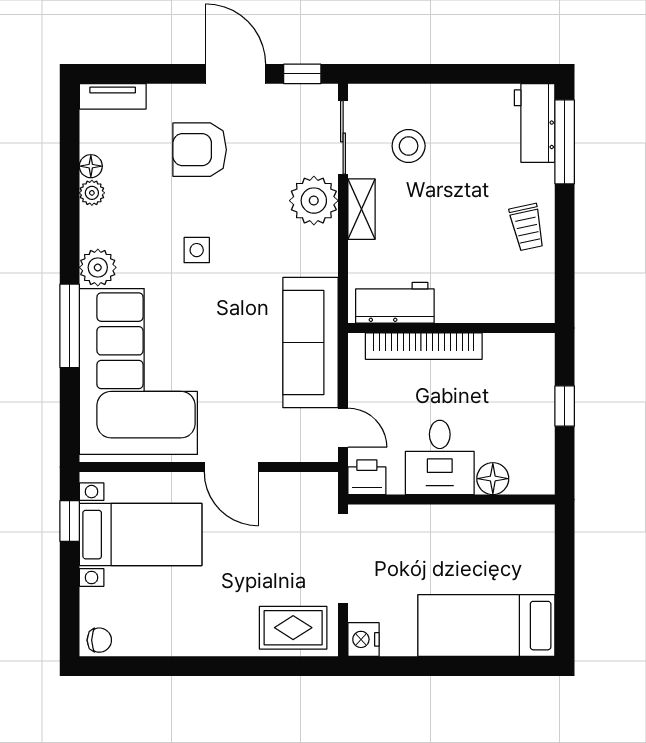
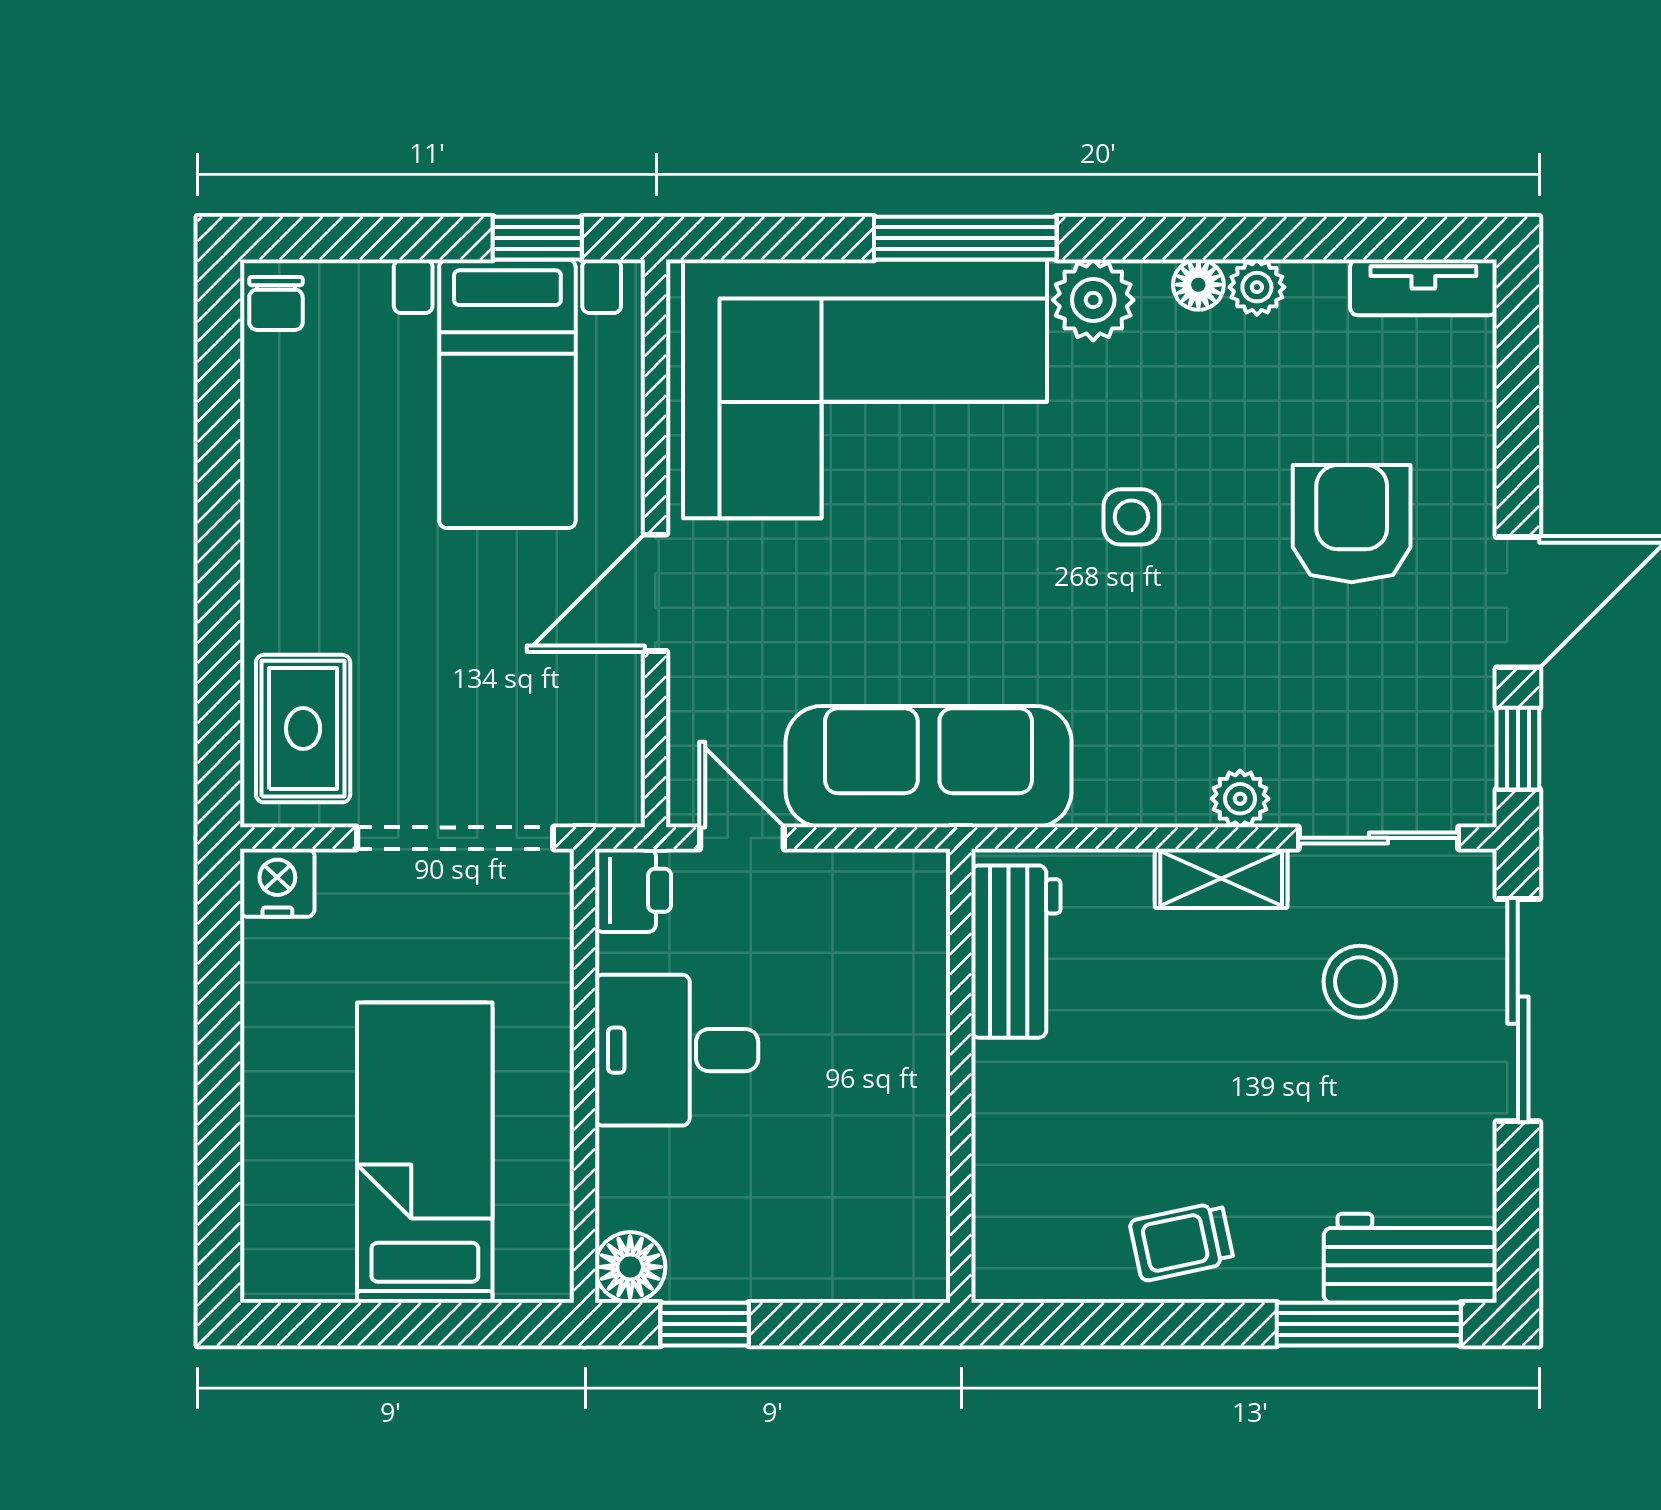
sliding door: (421, 74) -> (1518, 1010), added
tv unit: (113, 96) -> (1423, 287), moved, turned -90
floor lamp: (91, 166) -> (1198, 285), moved
plant: (314, 201) -> (1240, 799), width x0.53, depth x0.53
bookcase: (424, 346) -> (921, 1015), removed
window: (565, 406) -> (705, 1324), moved
door: (343, 428) -> (742, 838), swing flipped
floor lamp: (493, 479) -> (630, 1267), moved
bed: (486, 626) -> (425, 1153), moved

